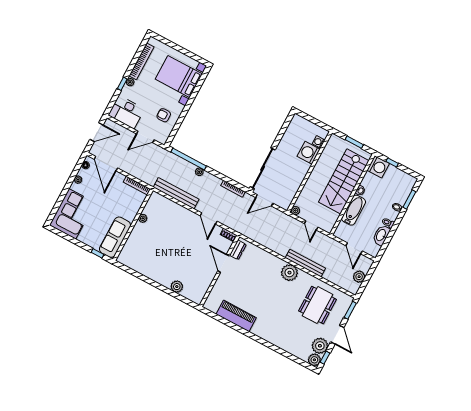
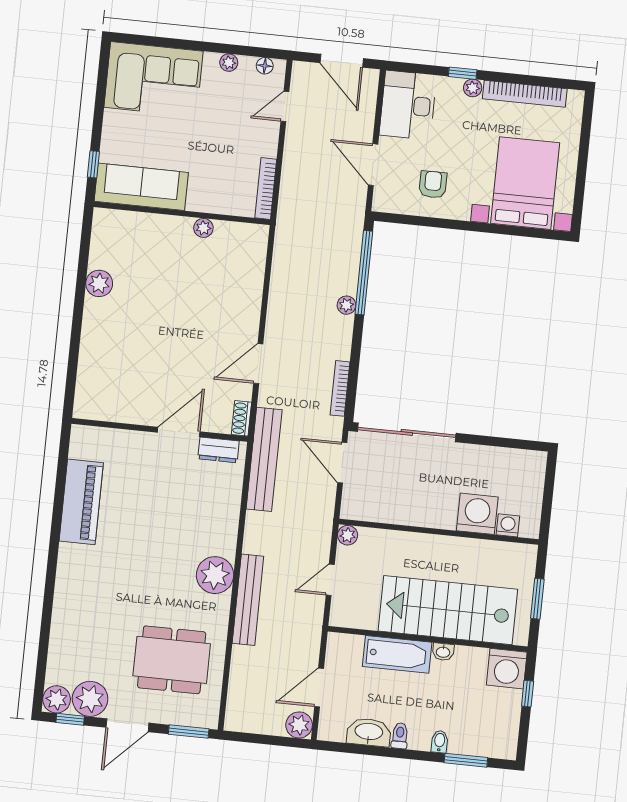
door: (106, 164) -> (285, 106), width x0.53
bench: (176, 193) -> (264, 459), moved
plant: (359, 277) -> (299, 725), moved
plant: (177, 287) -> (99, 283), moved

